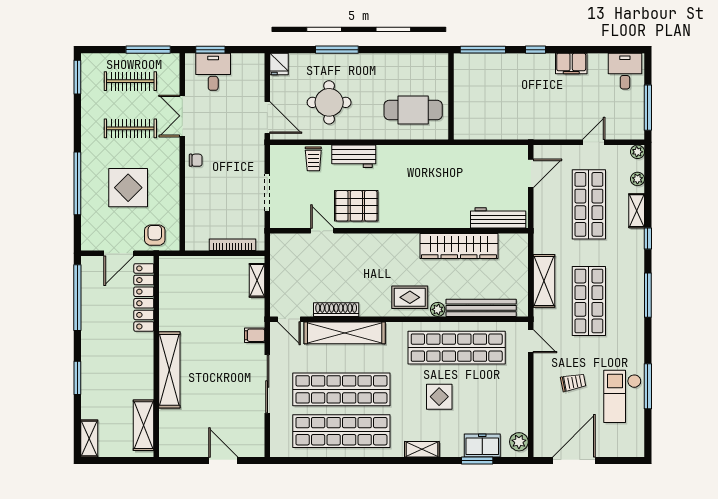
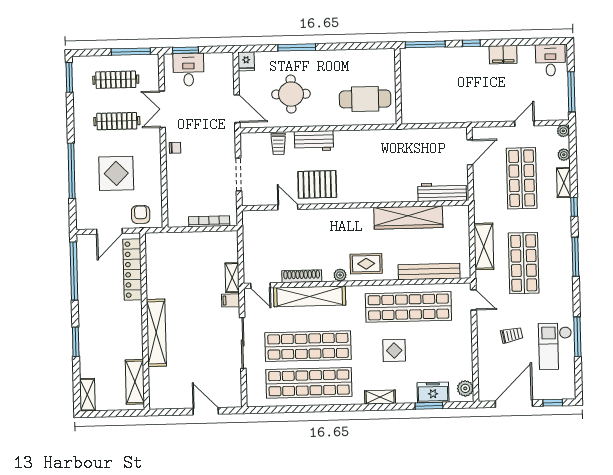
shelving: (257, 280) -> (232, 278), moved
plant: (438, 309) -> (340, 275), moved
window: (618, 460) -> (553, 403), added

